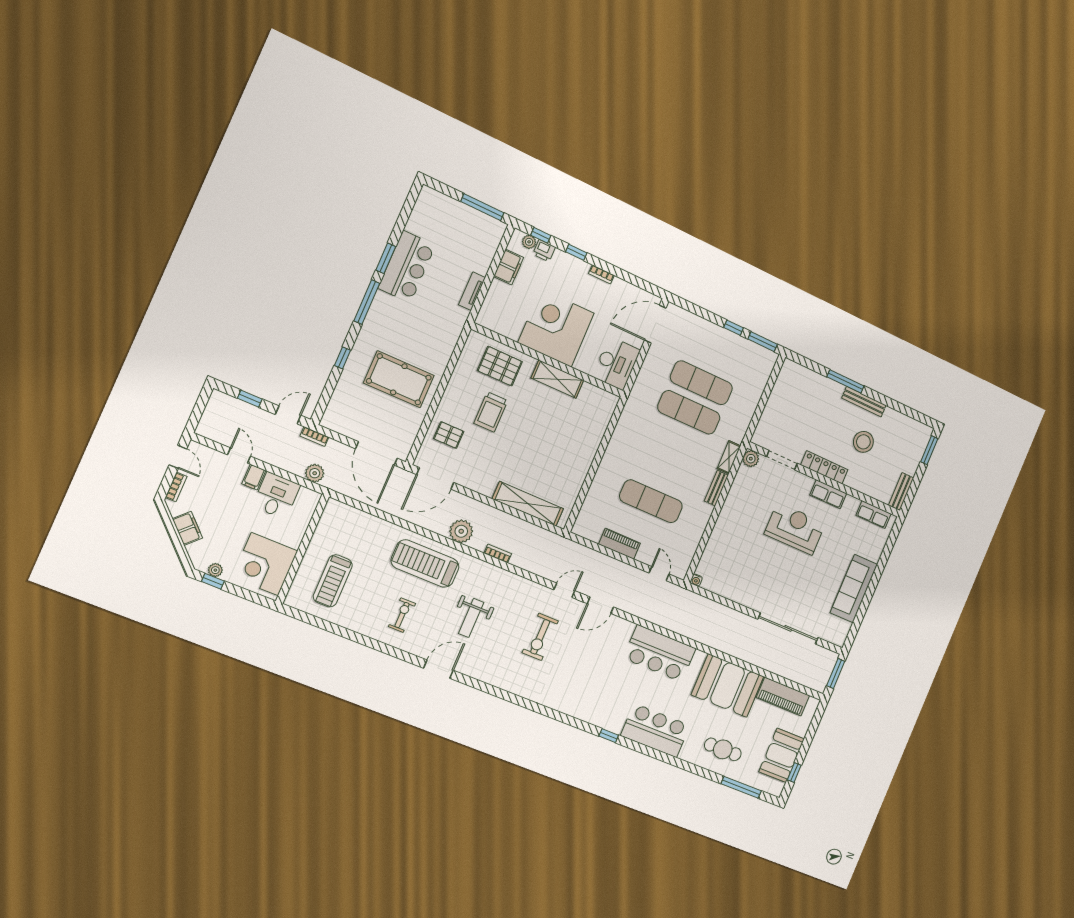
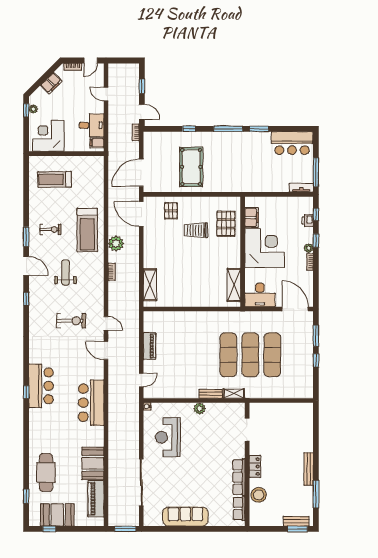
plant: (529, 242) -> (309, 248), moved
bar counter: (407, 267) -> (292, 143), moved
filing cabinet: (509, 267) -> (252, 218), moved, turned -90
tv unit: (472, 291) -> (301, 188), moved
window: (763, 342) -> (316, 336), moved
shelving: (557, 379) -> (234, 285), moved
window: (845, 381) -> (316, 494), moved
stool: (863, 442) -> (259, 495), moved
door: (239, 456) -> (106, 94), swing flipped
plant: (751, 459) -> (200, 409), moved
locker: (824, 467) -> (255, 467), width x0.66
plant: (315, 473) -> (114, 142), removed
filing cabinet: (254, 477) -> (97, 143), moved
bench: (901, 492) -> (296, 521), moved
row of seats: (828, 494) -> (239, 477), width x1.48
exercise mat: (651, 501) -> (228, 355), moved
shelving: (528, 504) -> (150, 285), width x0.68
reception desk: (795, 529) -> (168, 437), moved, turned 180
treadmill: (425, 564) -> (87, 230), turned 180
weight bench: (471, 618) -> (66, 272), turned 90
exercise bike: (540, 637) -> (71, 321), turned 180
window: (397, 653) -> (26, 237), added
booth: (728, 686) -> (93, 463), width x0.73, depth x0.70
window: (484, 687) -> (26, 299), added
bar counter: (655, 730) -> (41, 386), moved
cafe table: (723, 749) -> (46, 473), width x1.37, depth x1.35
window: (741, 787) -> (26, 496), width x0.46

